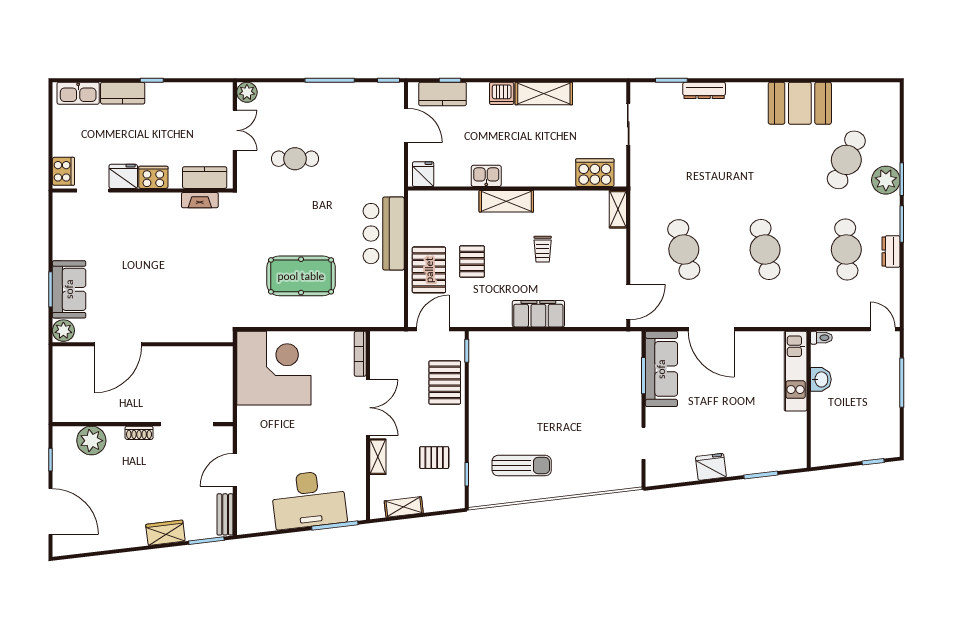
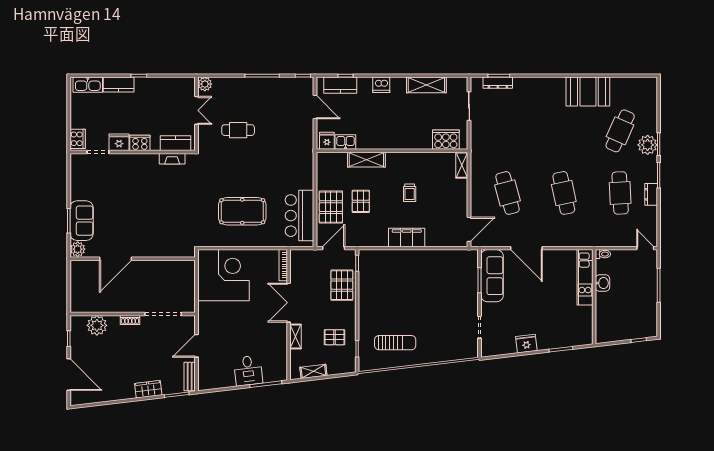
dresser: (704, 90) -> (498, 83), moved
shelving: (544, 94) -> (426, 85), moved
kitchen sink: (486, 176) -> (345, 142), moved
shelving: (506, 201) -> (366, 160), moved
bar counter: (384, 234) -> (300, 216), moved
double door: (368, 408) -> (289, 303), swing flipped
desk: (309, 500) -> (248, 371), width x0.53, depth x0.77

